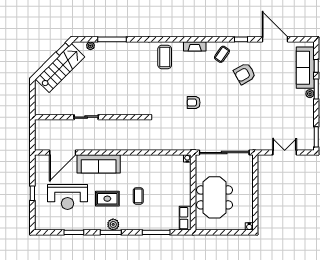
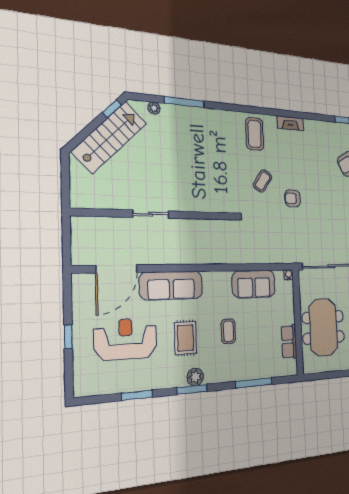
coffee table: (222, 54) -> (263, 181), moved
sofa: (159, 164) -> (254, 284), added
reception desk: (68, 197) -> (126, 339), turned 180
rug: (107, 199) -> (185, 338), turned 90
row of seats: (185, 218) -> (289, 342), moved

